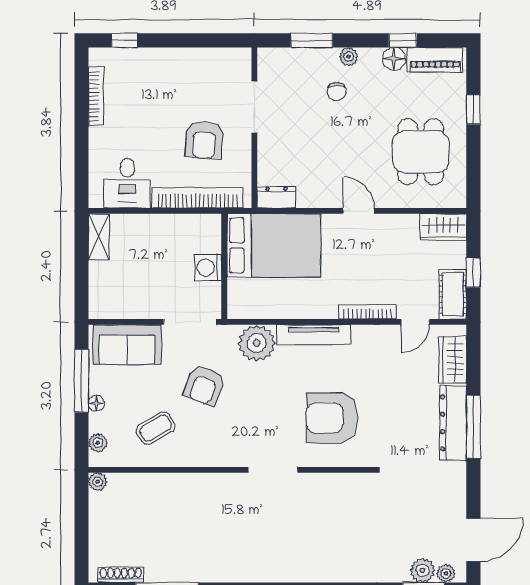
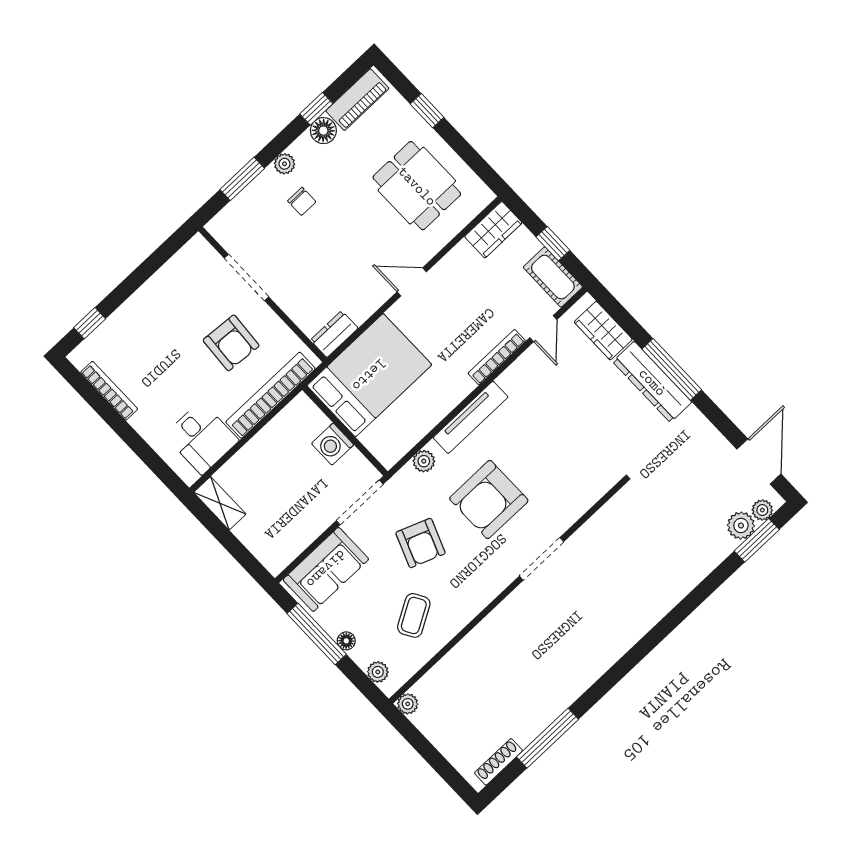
plant: (257, 343) -> (424, 461), width x0.53, depth x0.53
armchair: (332, 418) -> (489, 500), moved

